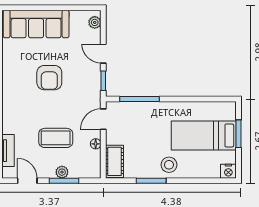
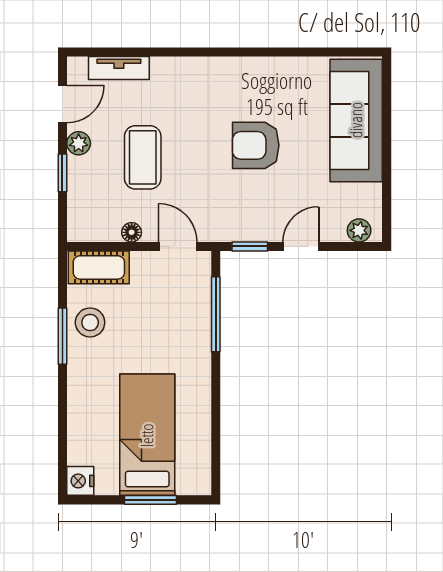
stool: (169, 165) -> (90, 322), moved
plant: (62, 172) -> (79, 143), moved
window: (64, 181) -> (62, 173), width x0.67

